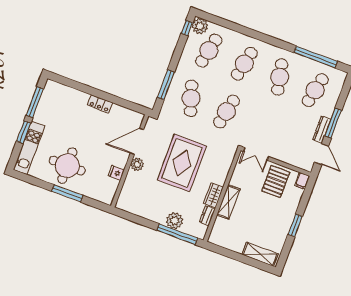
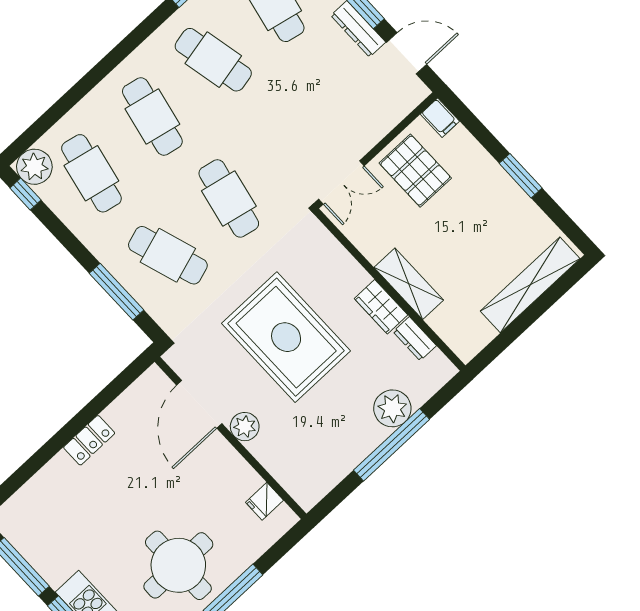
fridge: (116, 173) -> (265, 501), moved
window: (177, 234) -> (392, 445), moved
shelving: (260, 254) -> (530, 285), width x1.47

